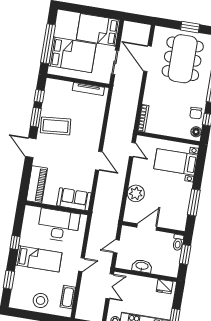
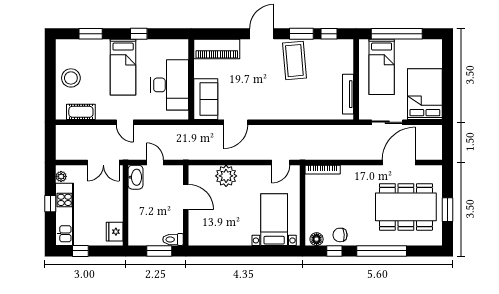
bed: (72, 55) -> (382, 67), width x0.67
door: (99, 161) -> (236, 122), moved
window: (194, 202) -> (227, 251), removed
washbasin: (142, 266) -> (136, 177), moved

